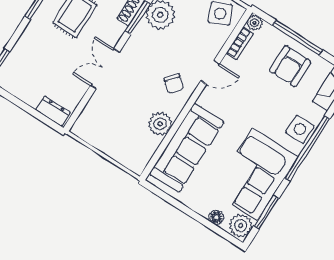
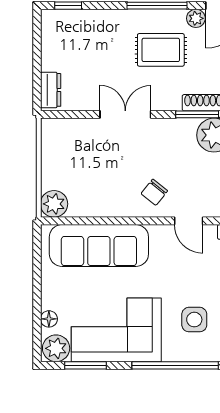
plant: (160, 124) -> (54, 204), moved
side table: (300, 129) -> (194, 320), moved

